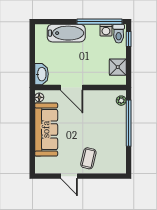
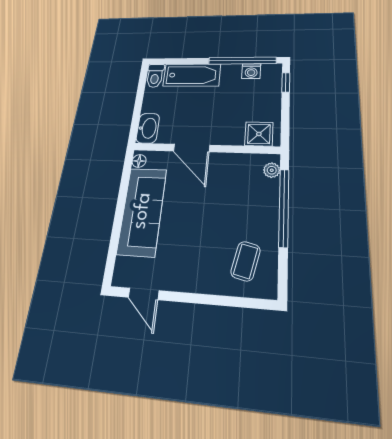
toilet: (119, 34) -> (155, 76), moved
shower: (118, 67) -> (259, 134), moved
coffee table: (88, 158) -> (246, 261), moved
door: (69, 176) -> (144, 294), moved

